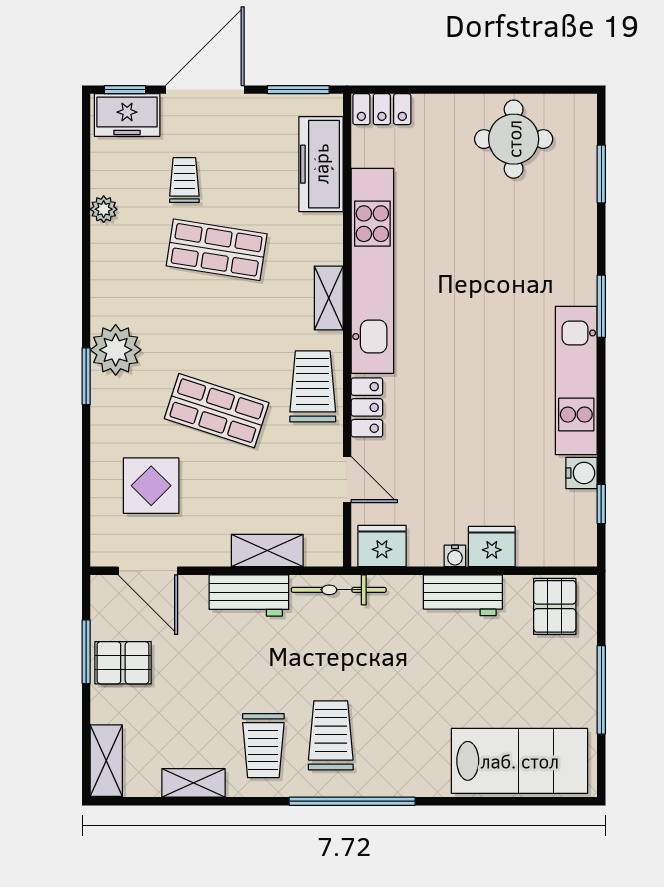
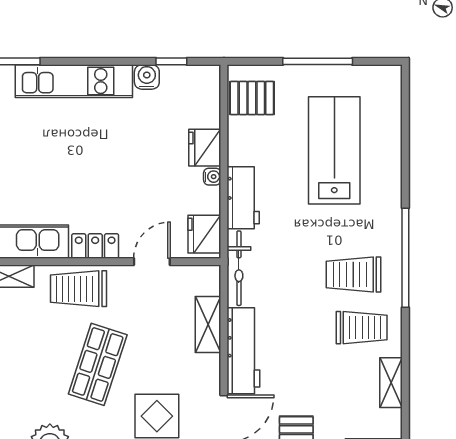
workbench: (249, 595) -> (243, 351), width x1.38
workbench: (463, 595) -> (243, 198), moved
lab bench: (520, 761) -> (334, 150), moved

